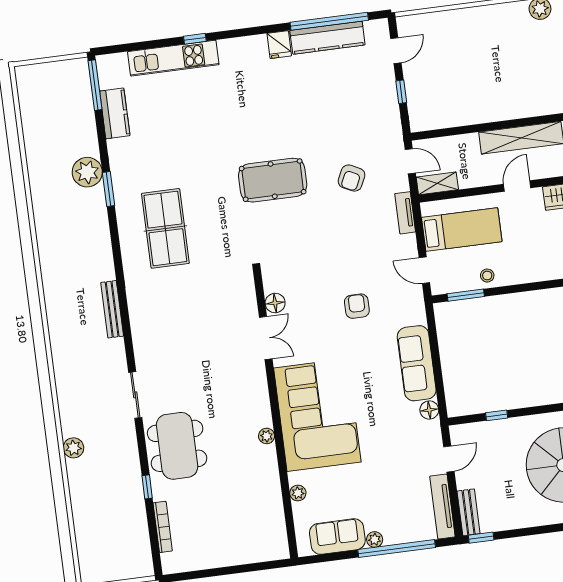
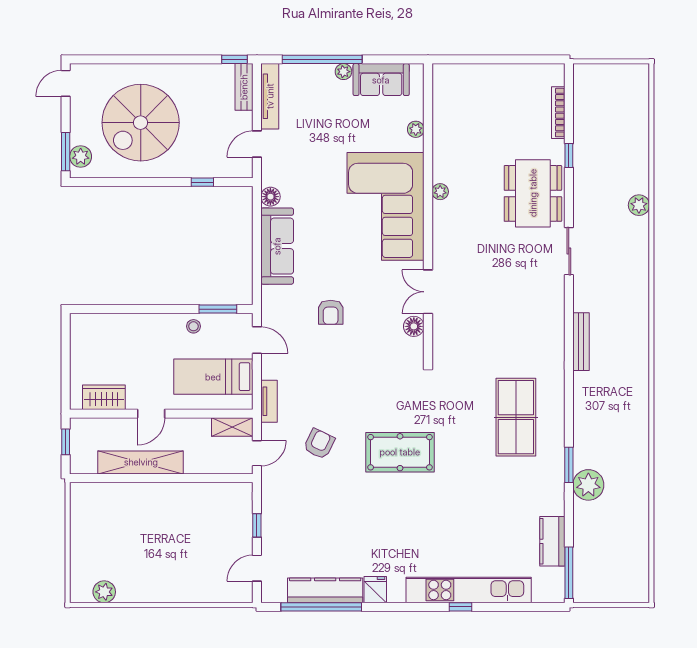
kitchen unit: (173, 58) -> (469, 590), width x1.36
door: (410, 161) -> (257, 453), swing flipped

